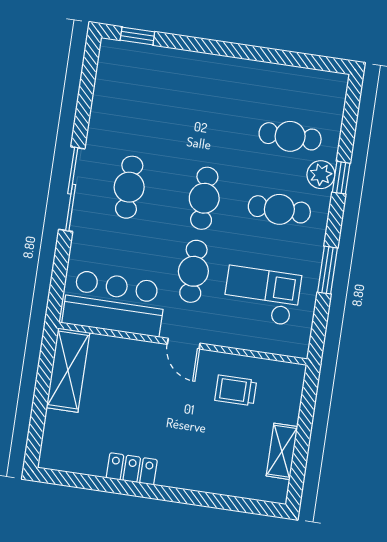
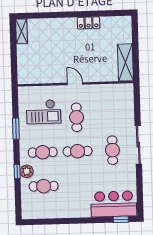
cafe table: (204, 198) -> (78, 151), turned 90
bar counter: (114, 303) -> (114, 204), moved, turned 180
trolley: (236, 390) -> (48, 67), removed
shelving: (282, 451) -> (22, 31), moved

